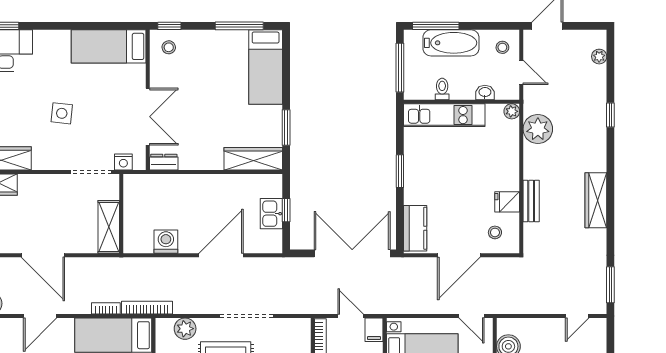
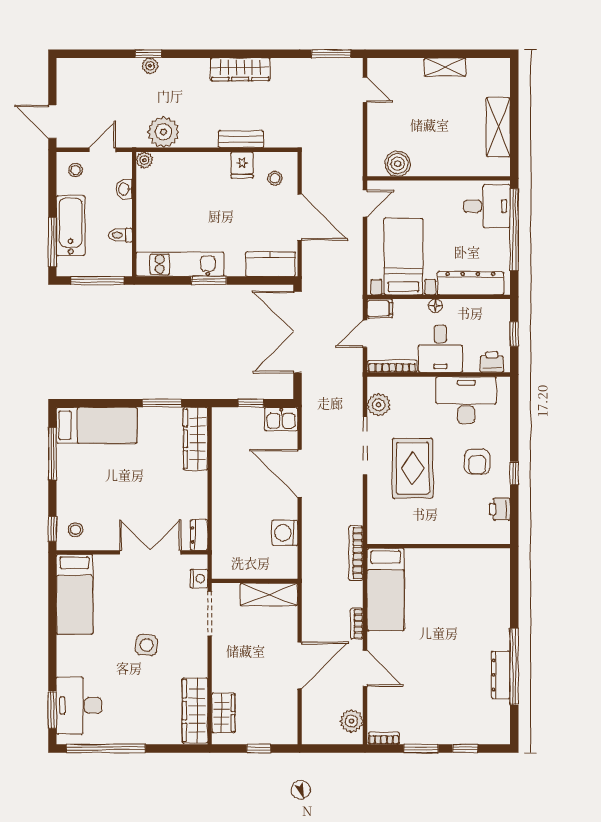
plant: (599, 57) -> (150, 66), moved
kitchen unit: (444, 115) -> (180, 264), moved, turned -90
kitchen sink: (271, 214) -> (281, 419), moved
bookcase: (106, 308) -> (357, 624), moved
plant: (185, 329) -> (379, 405), moved

